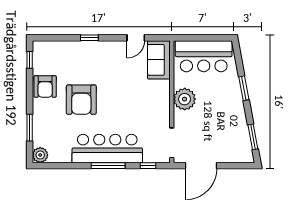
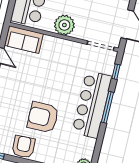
armchair: (45, 86) -> (23, 147), turned -92
armchair: (81, 100) -> (43, 117), turned 180

